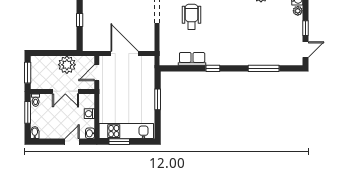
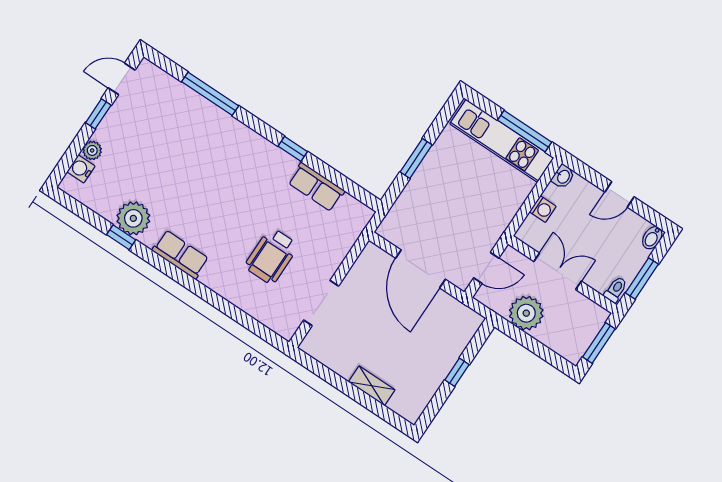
door: (72, 142) -> (619, 194), moved
window: (119, 142) -> (525, 131), width x1.44

